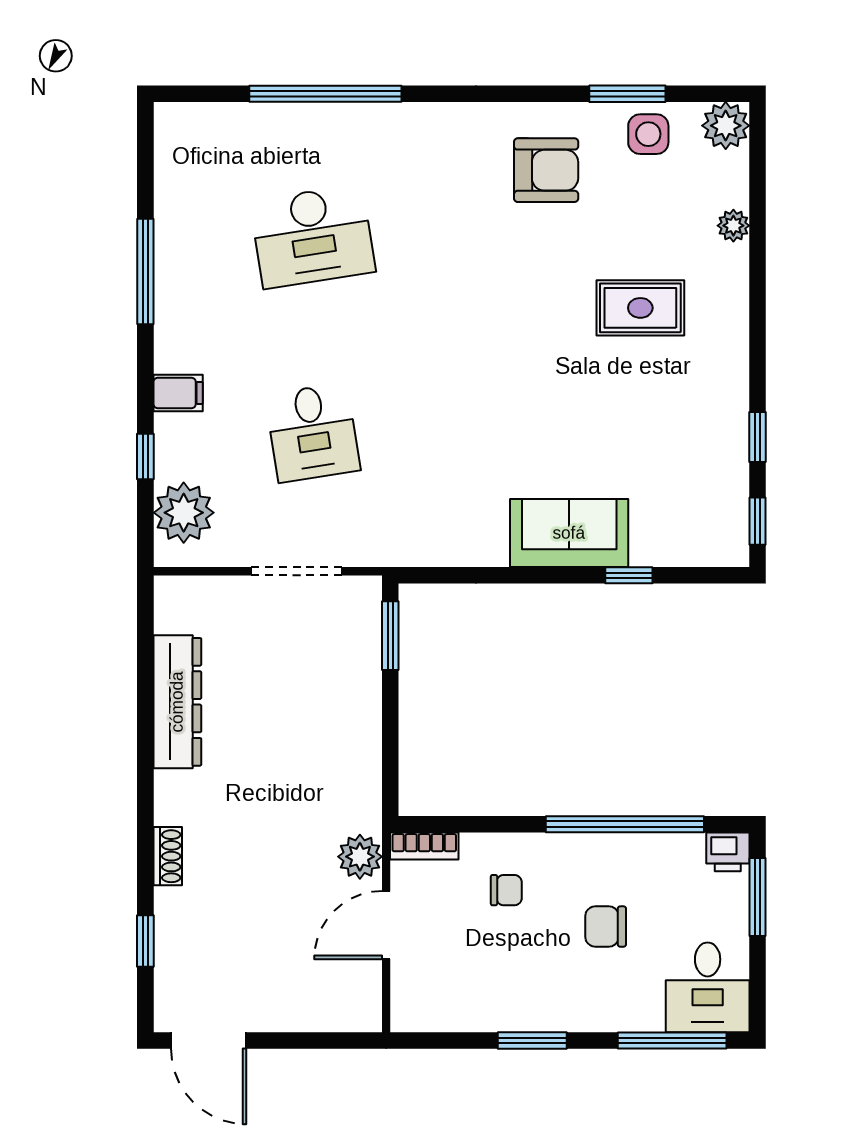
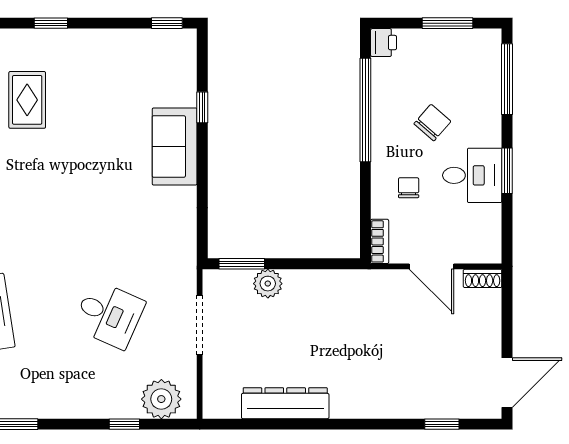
filing cabinet: (178, 393) -> (83, 403), removed
desk: (313, 433) -> (109, 315), turned 33
window: (758, 437) -> (51, 23), moved
shoe rack: (168, 856) -> (483, 278), moved, turned 180
plant: (360, 857) -> (268, 284), moved
window: (758, 897) -> (447, 23), moved
chair: (606, 927) -> (432, 123), turned -139
desk: (708, 987) -> (472, 175), moved

